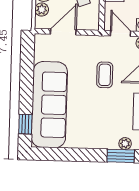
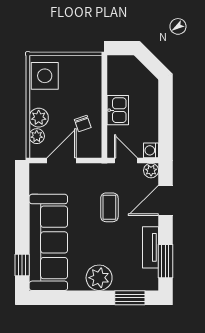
plant: (125, 144) -> (99, 278), moved, width x1.87, depth x1.87

